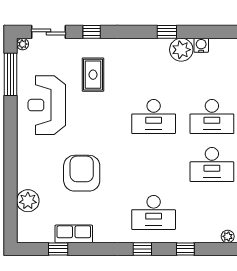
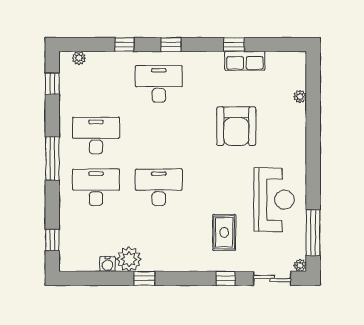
plant: (28, 201) -> (300, 96), width x0.53, depth x0.53
window: (58, 249) -> (234, 44), moved

